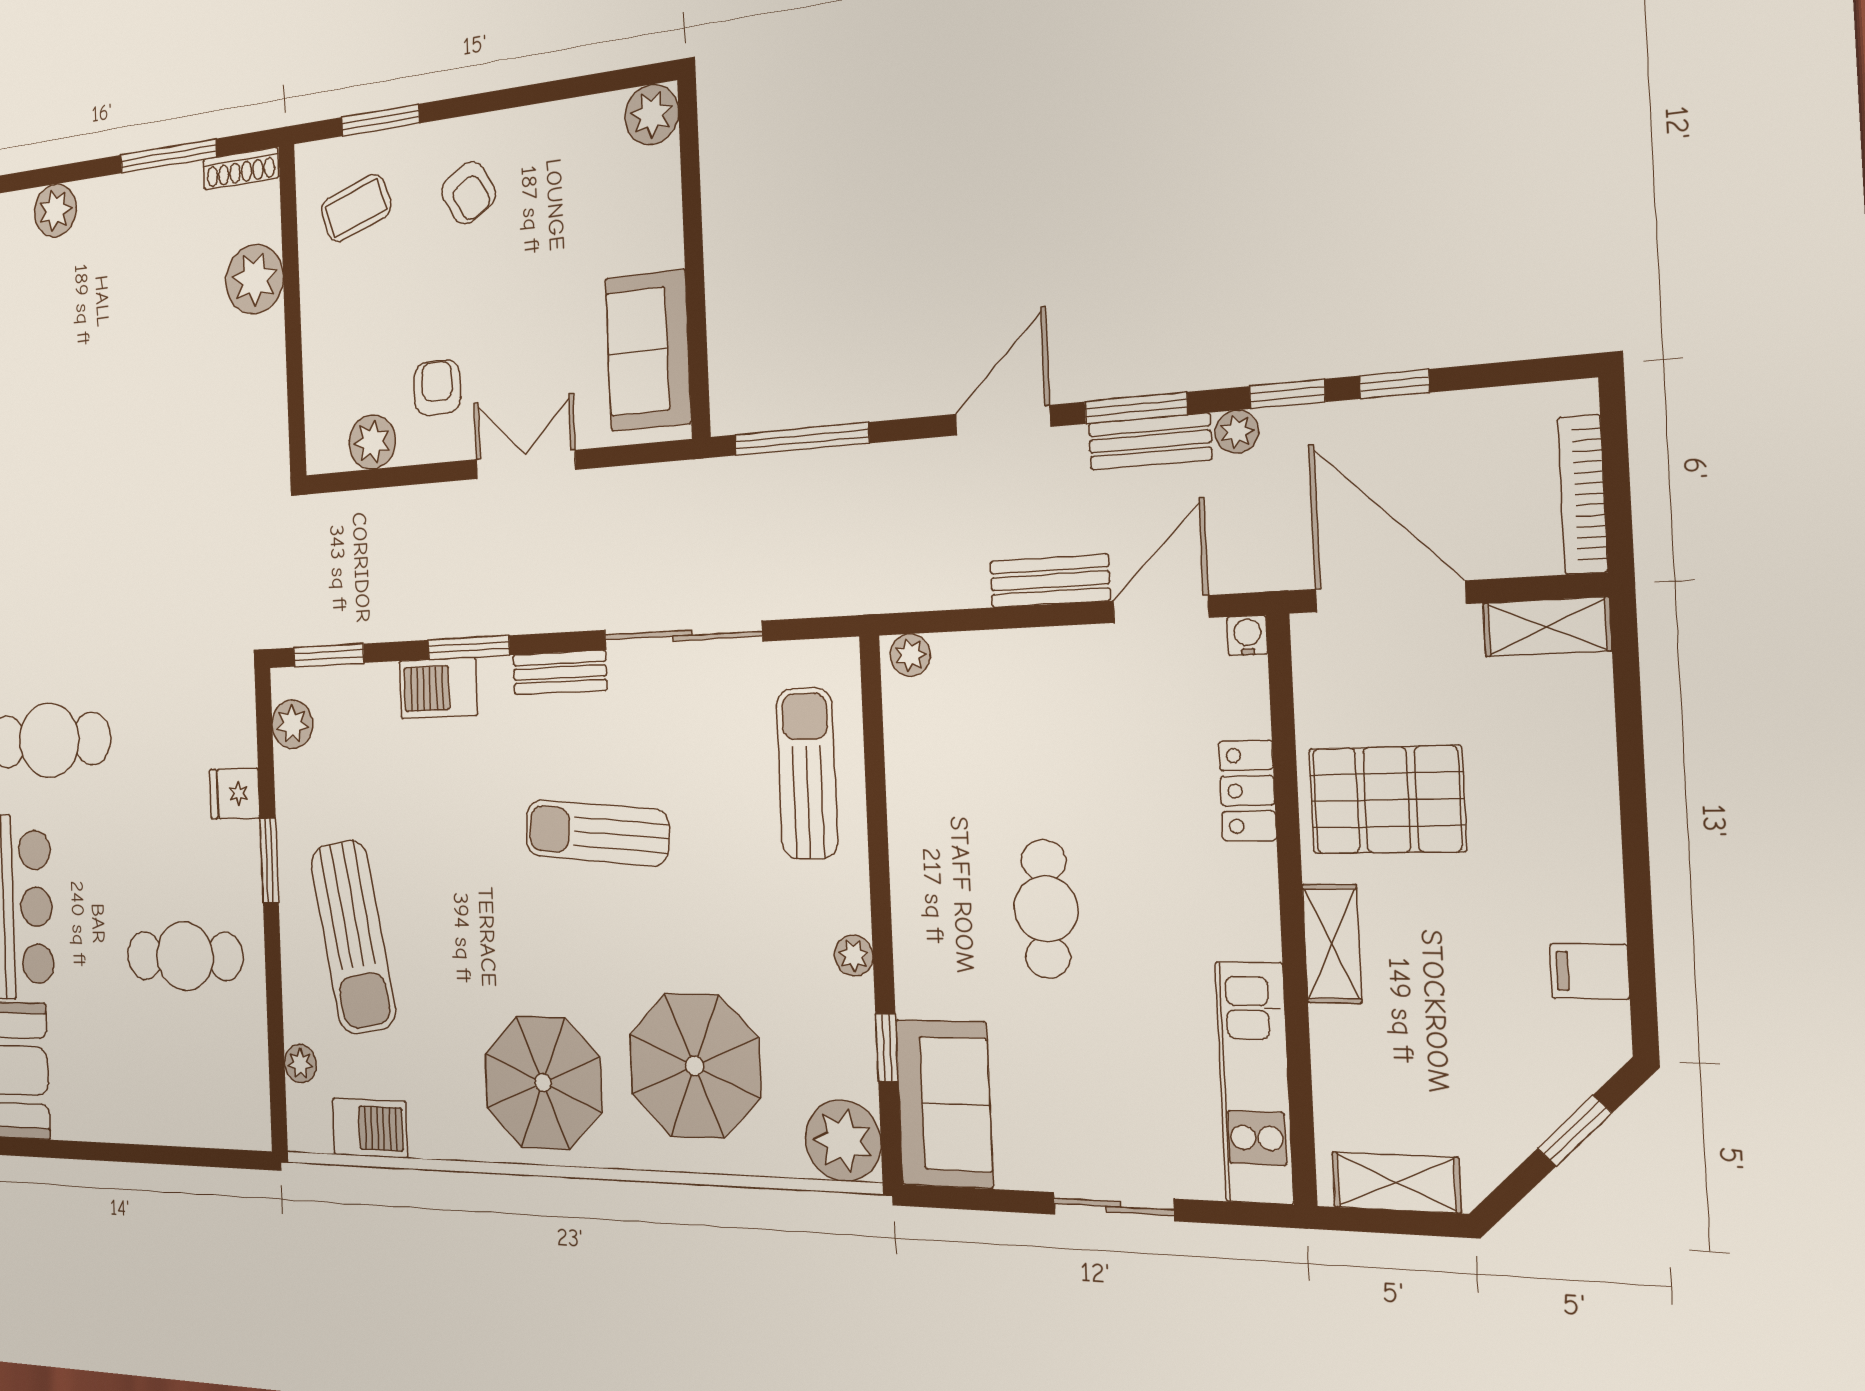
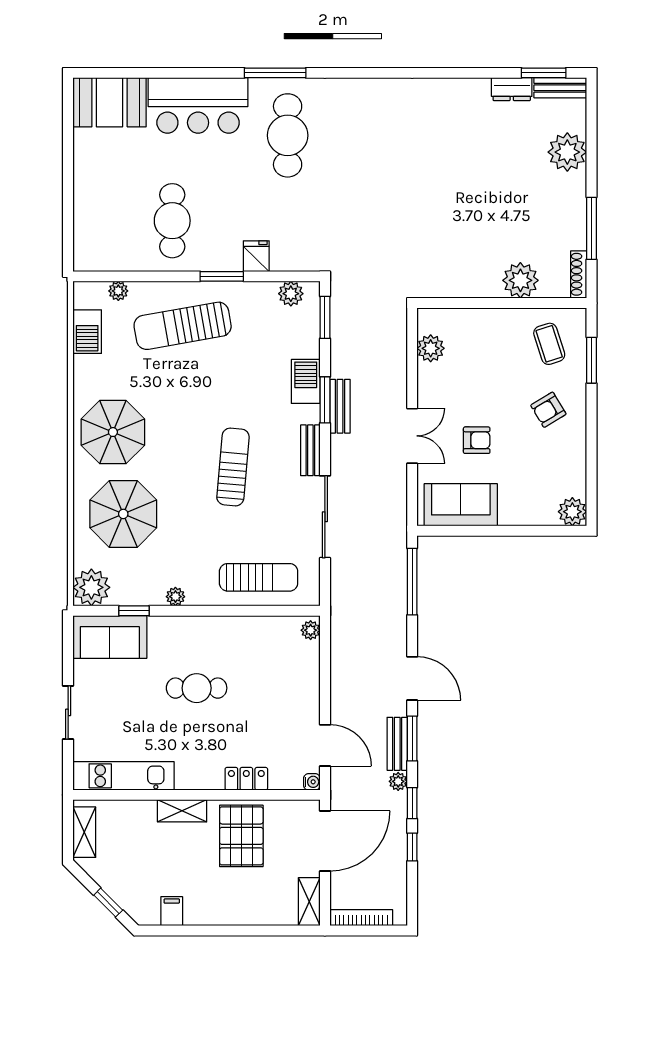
plant: (55, 210) -> (567, 152), width x1.36, depth x1.36
armchair: (437, 388) -> (477, 440), moved
bench: (1050, 581) -> (340, 406), moved

